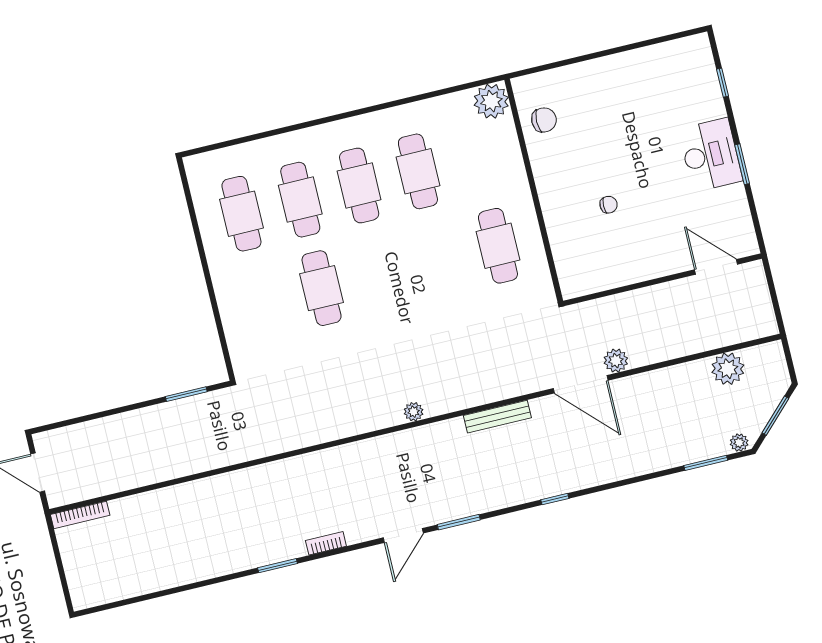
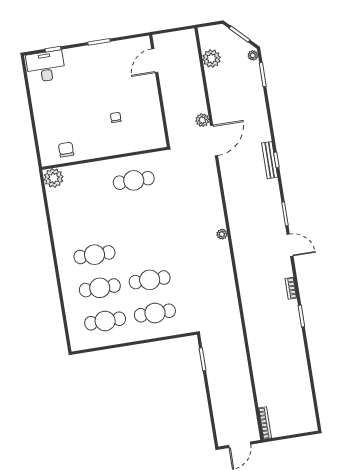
desk: (710, 155) -> (46, 67), moved
cafe table: (418, 171) -> (155, 313), moved
bench: (497, 417) -> (270, 160), moved

